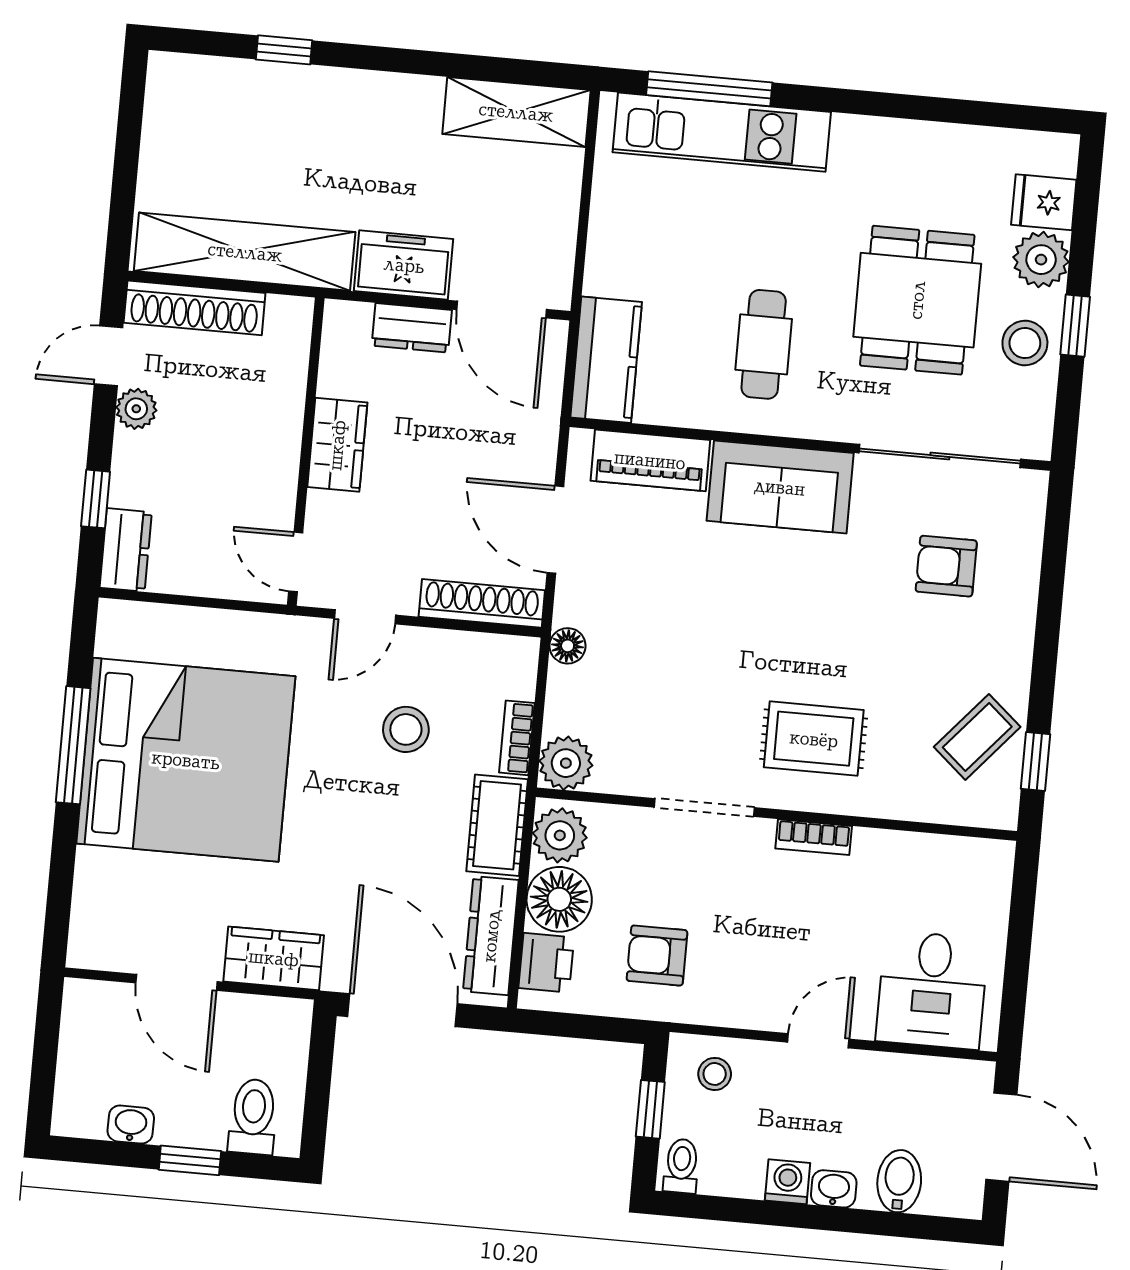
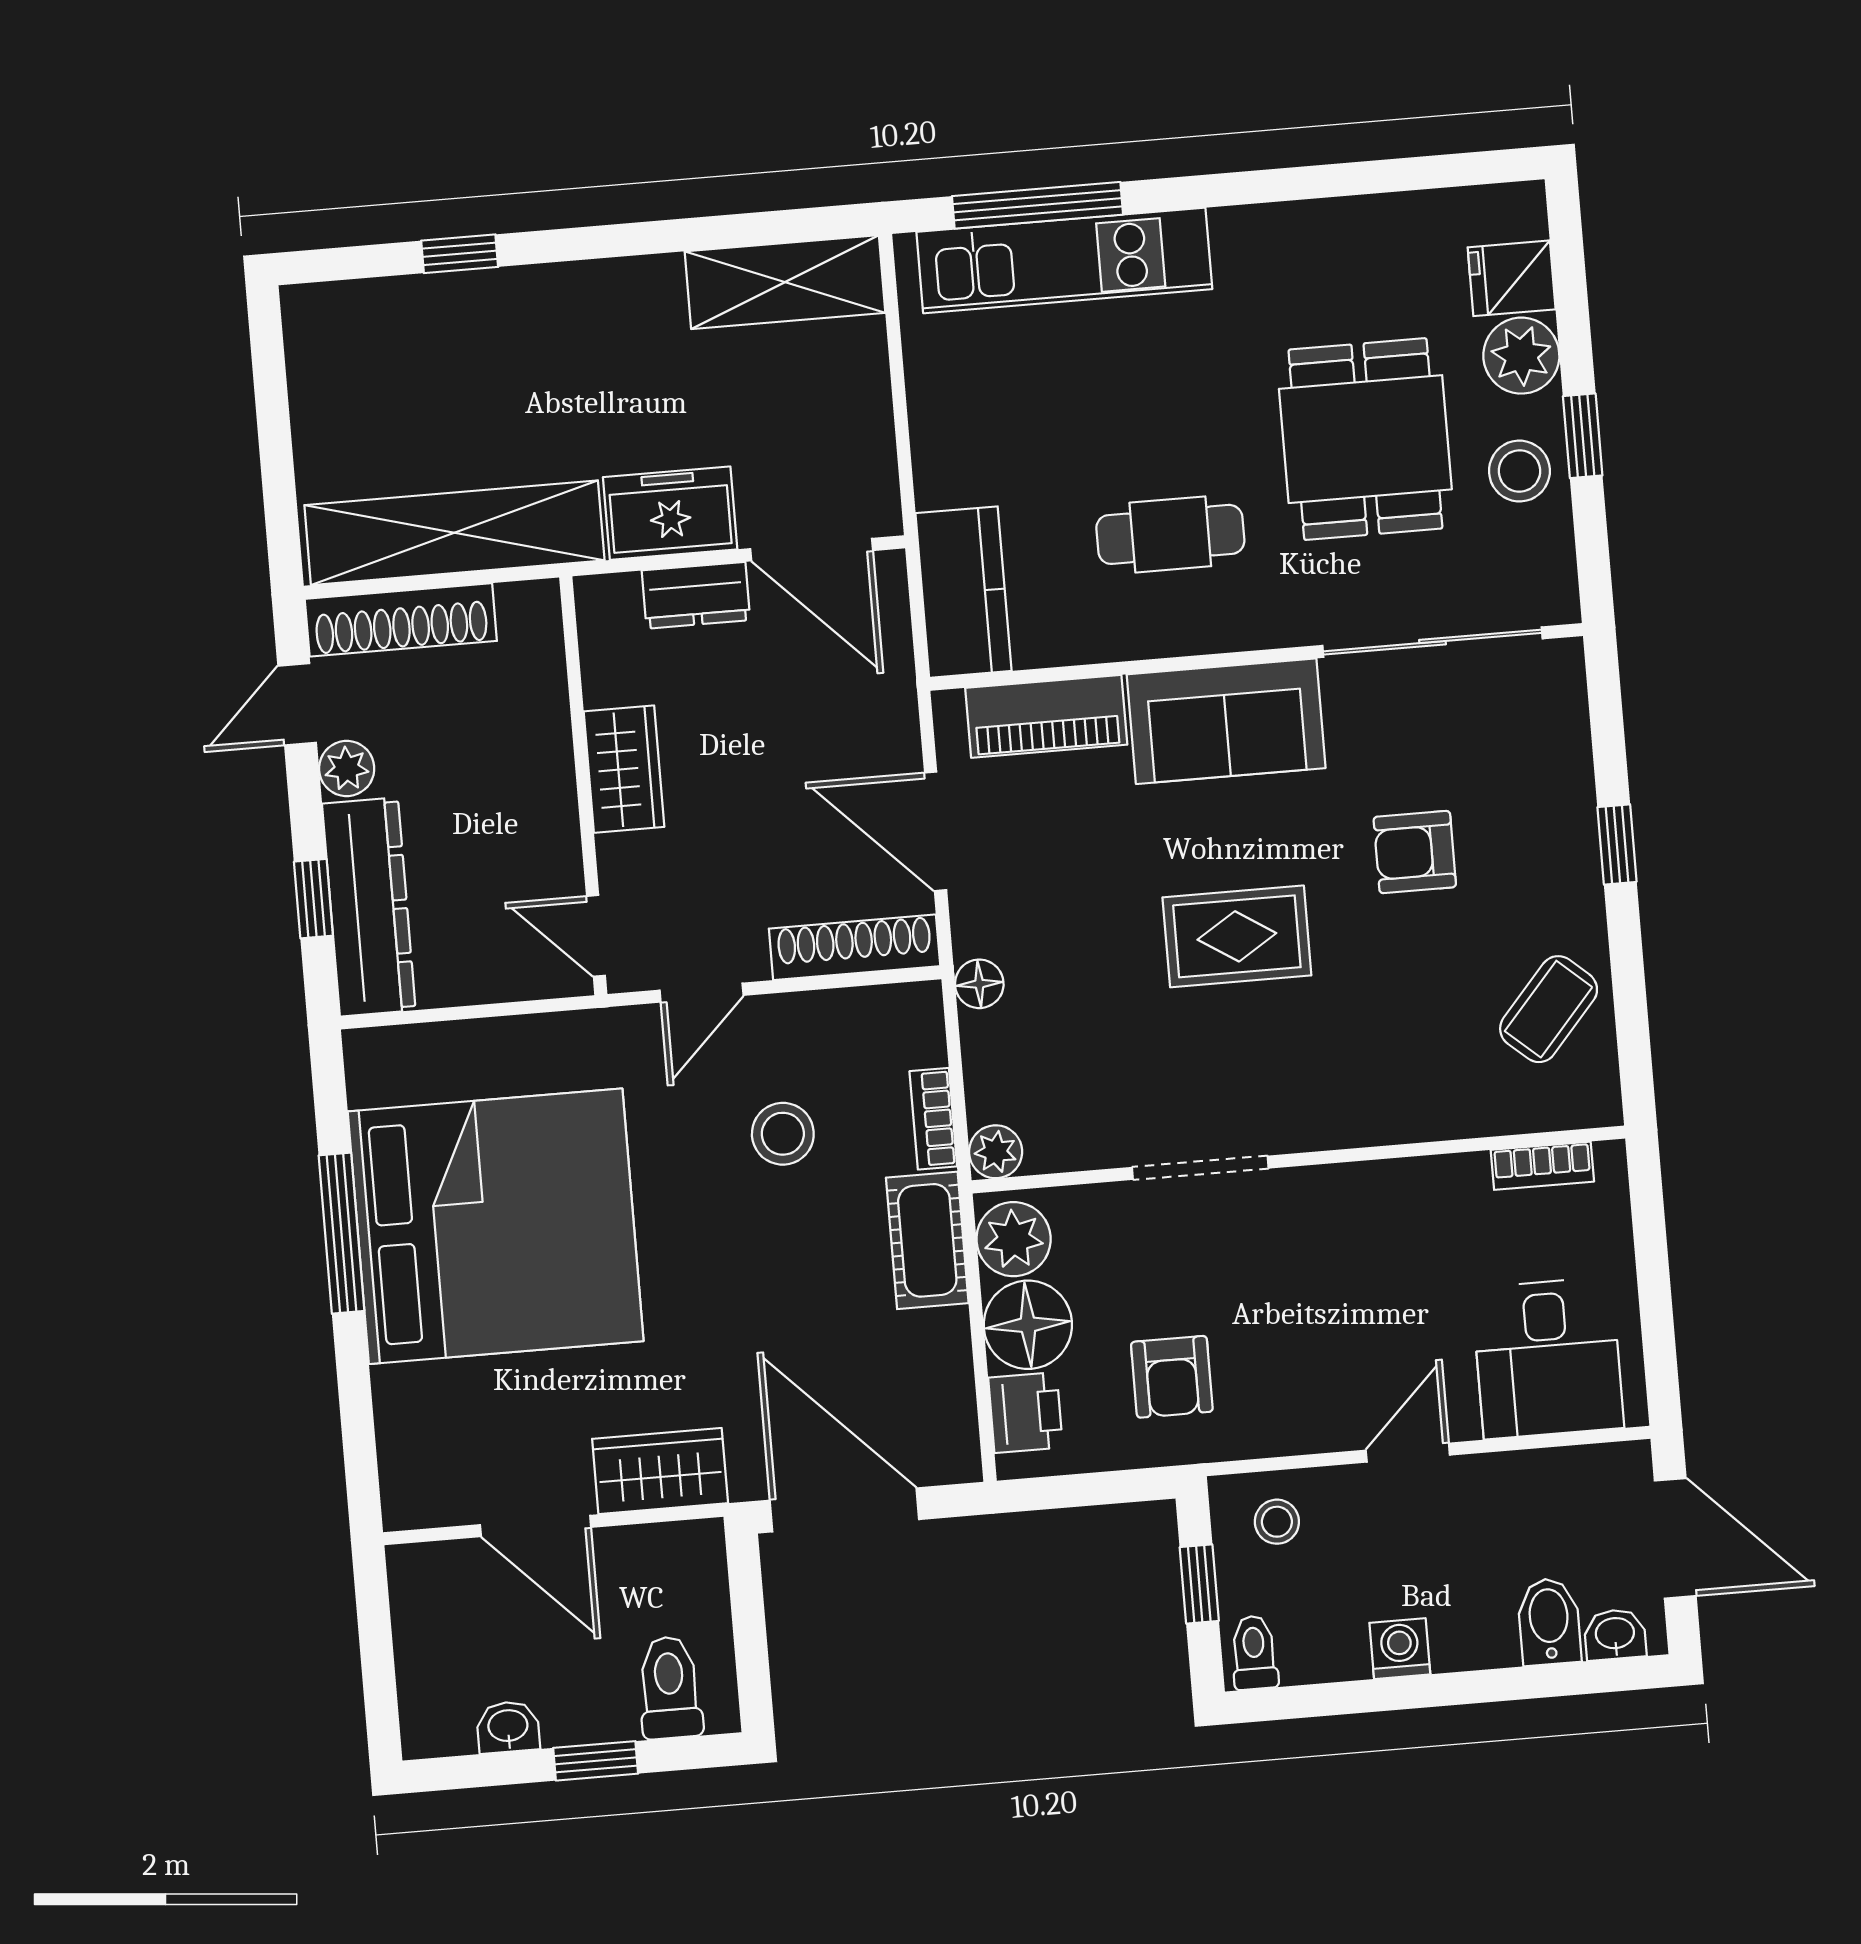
cafe table: (764, 344) -> (1170, 534), turned 90
dresser: (126, 550) -> (369, 907), width x1.96, depth x1.24
armchair: (946, 566) -> (1415, 852), moved
rug: (814, 739) -> (1237, 936), moved
window: (1036, 761) -> (1617, 844), moved
plant: (566, 763) -> (996, 1152), width x0.73, depth x0.73
bookcase: (814, 837) -> (1542, 1166), moved
dresser: (491, 936) -> (945, 1389), removed
armchair: (657, 955) -> (1172, 1377), turned -90
washbasin: (834, 1189) -> (1615, 1634), moved

